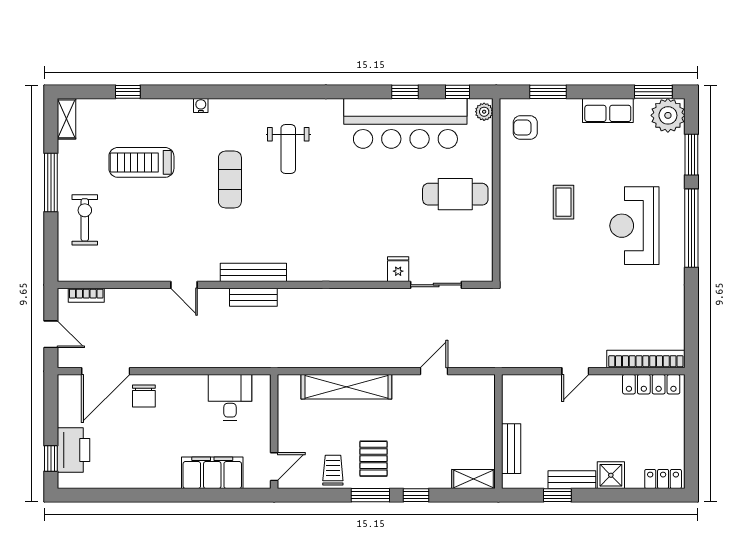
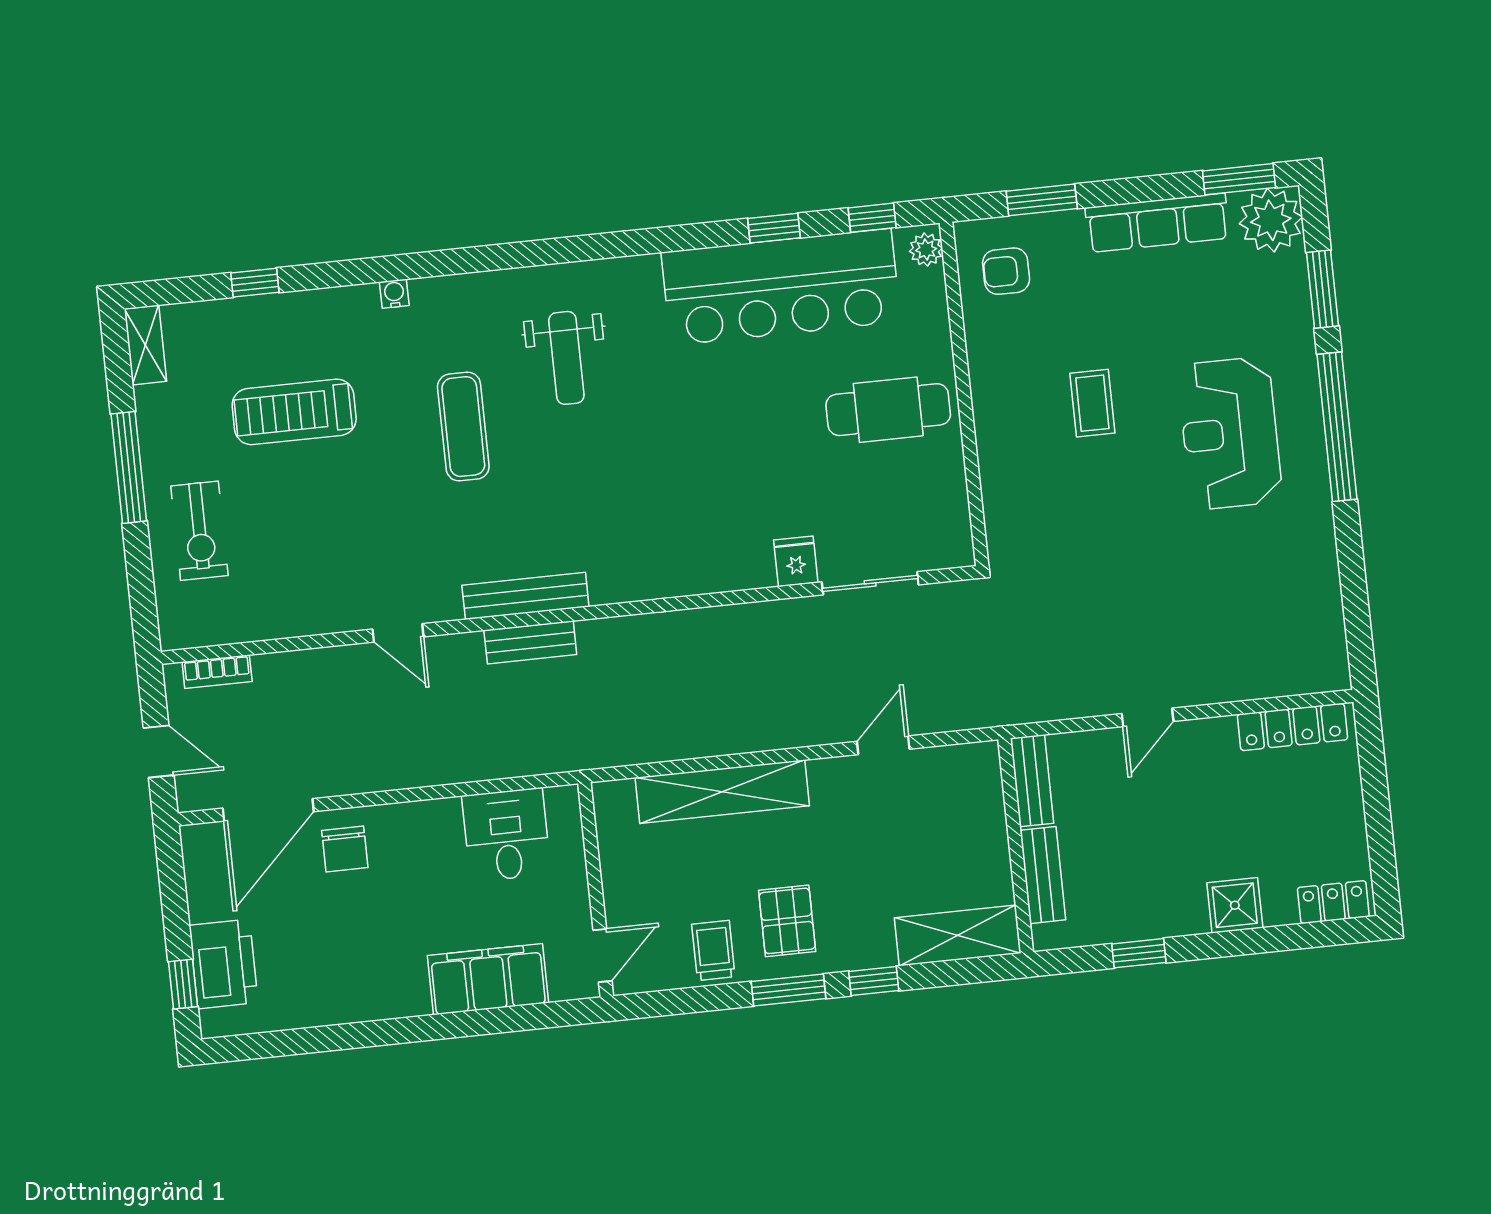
row of seats: (608, 110) -> (1157, 223), width x1.48
exercise bike: (85, 220) -> (199, 531), turned 180
bookcase: (646, 359) -> (1277, 681), removed
shelving: (474, 479) -> (958, 935), width x1.50, depth x1.33
bench: (572, 480) -> (1032, 781), moved, turned 90

